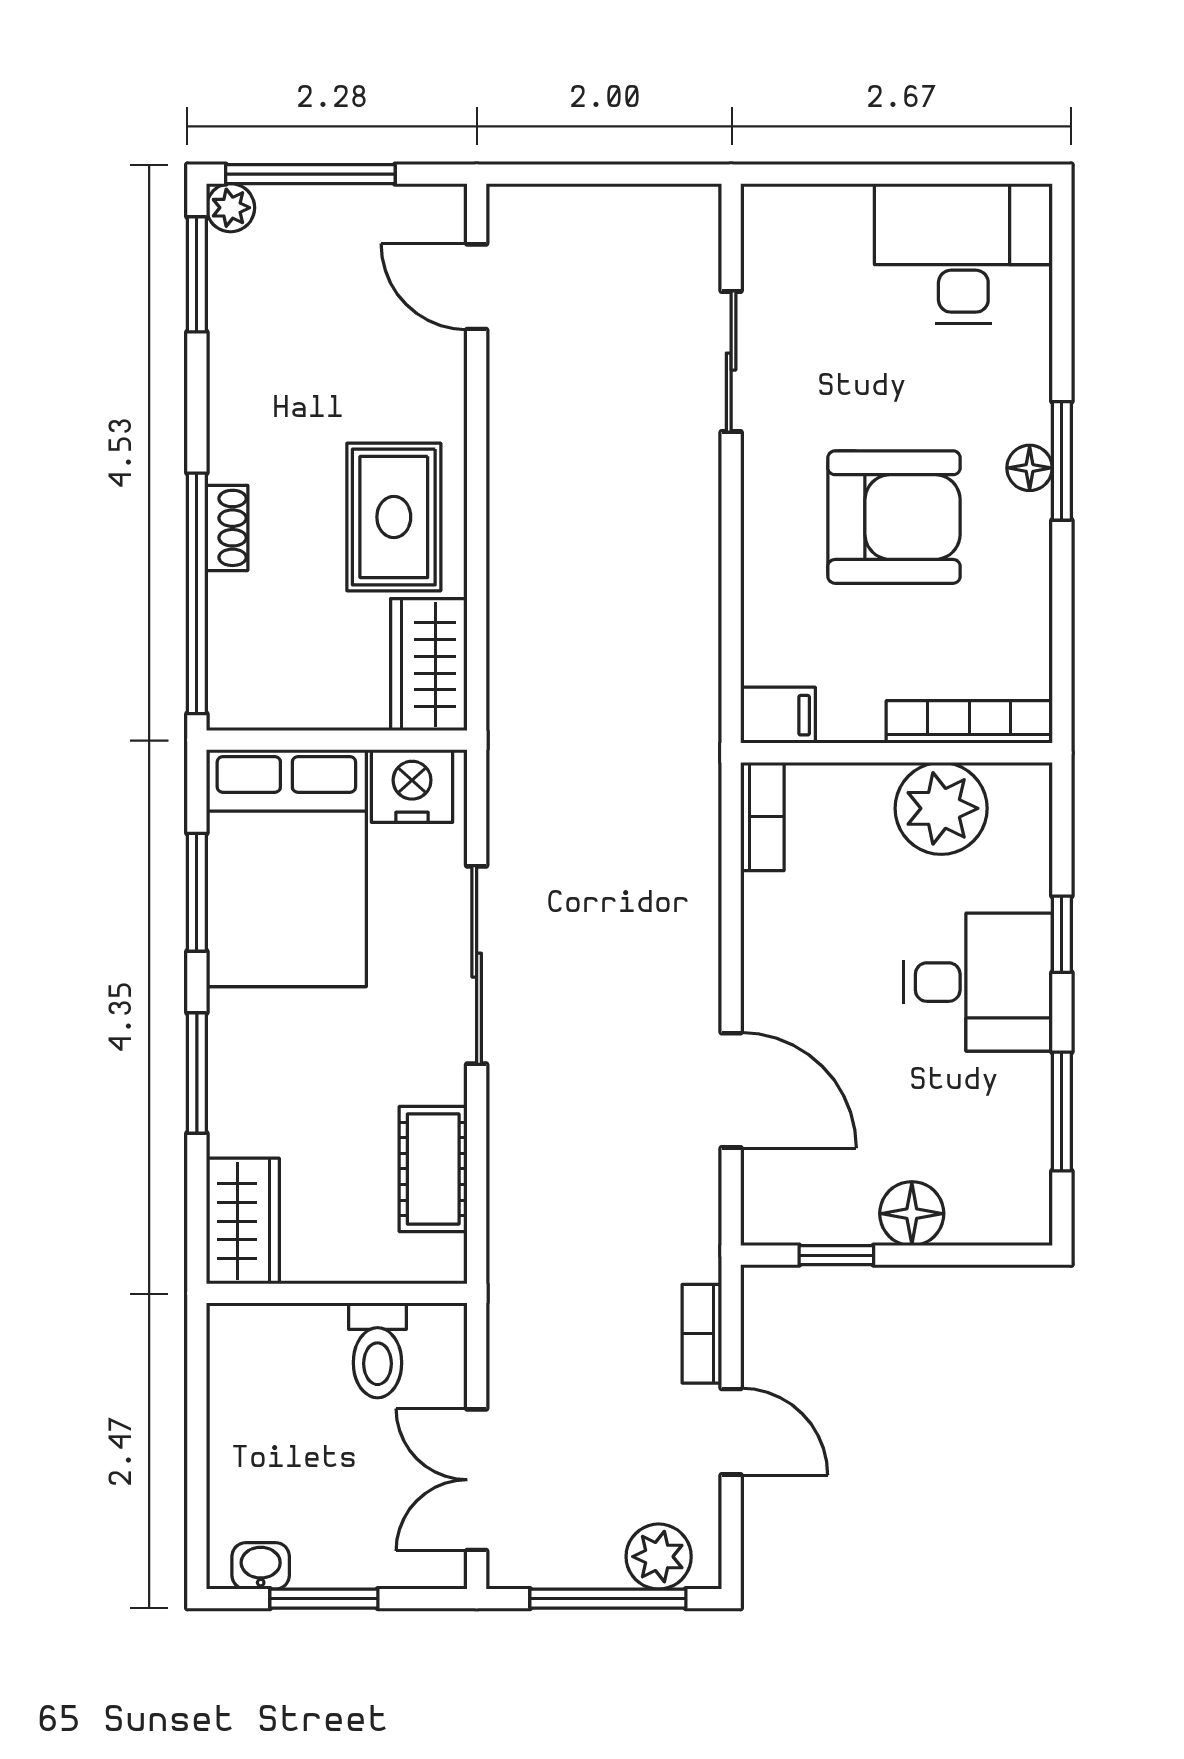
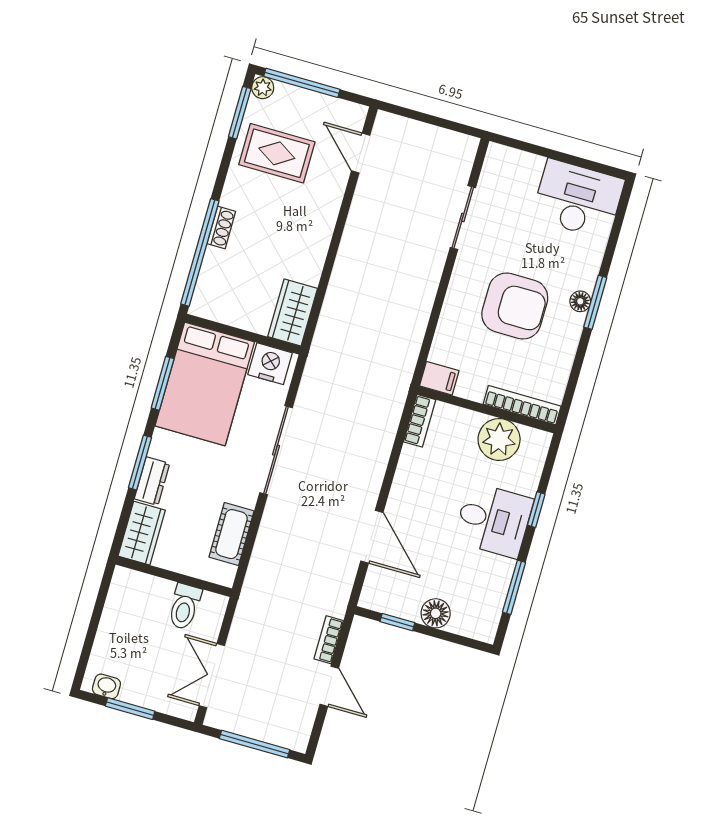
rug: (394, 517) -> (277, 153), moved, turned 90
dresser: (233, 1105) -> (152, 481), added
plant: (659, 1557) -> (282, 732), removed

